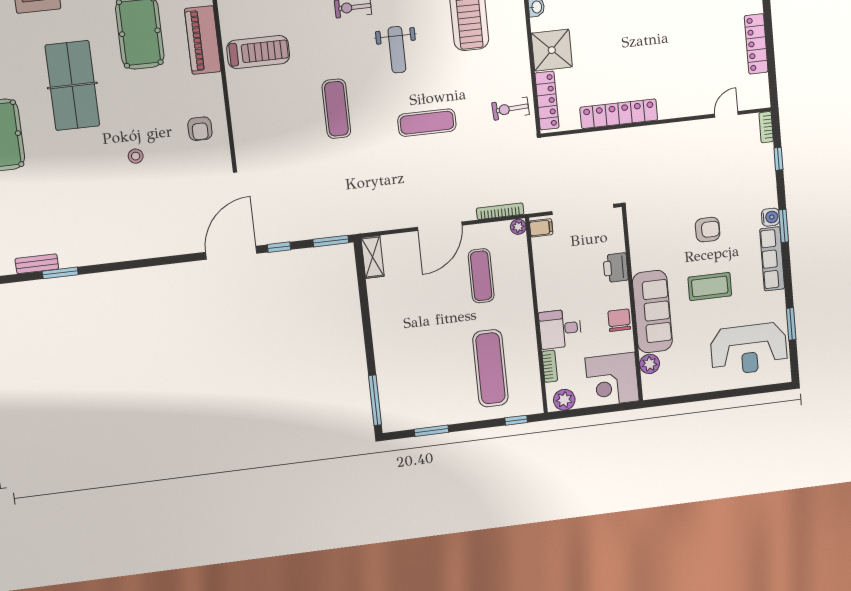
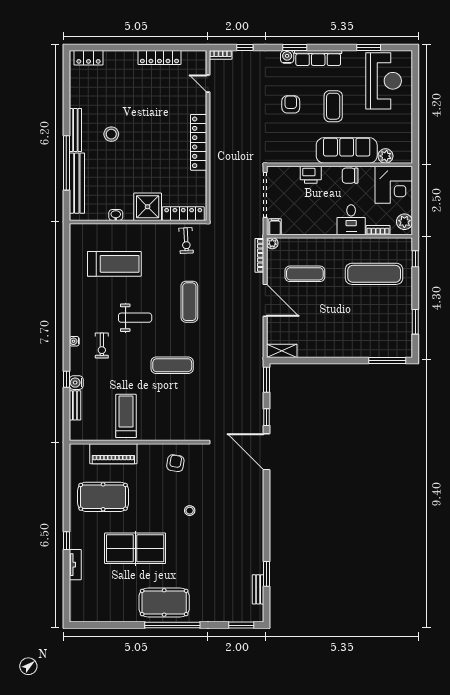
locker: (619, 114) -> (199, 142), moved
armchair: (200, 129) -> (175, 463), turned -81

